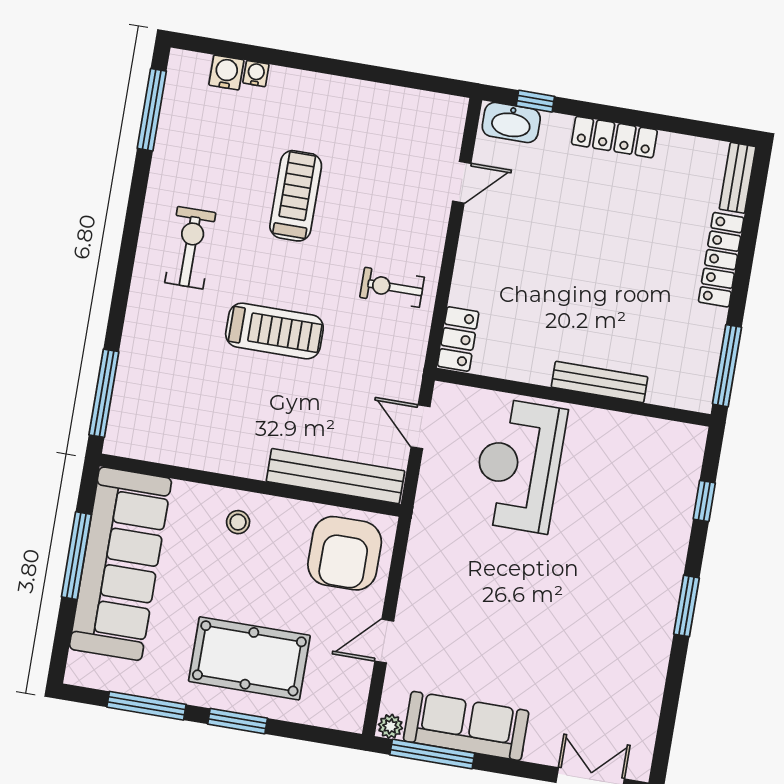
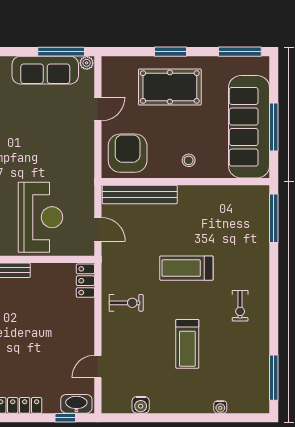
water cooler: (226, 72) -> (141, 405), moved
exercise bike: (190, 248) -> (240, 306), width x0.73, depth x0.72
window: (146, 706) -> (240, 52), moved

